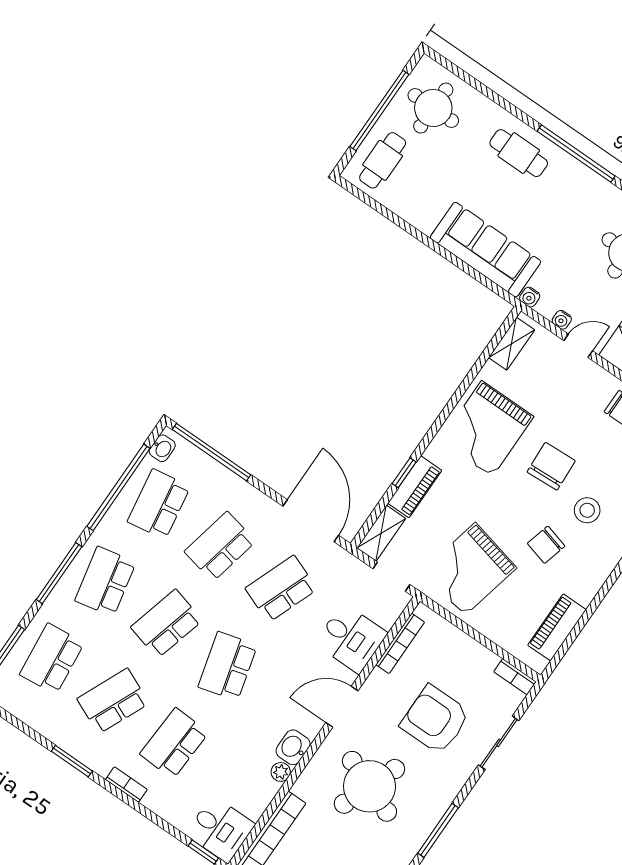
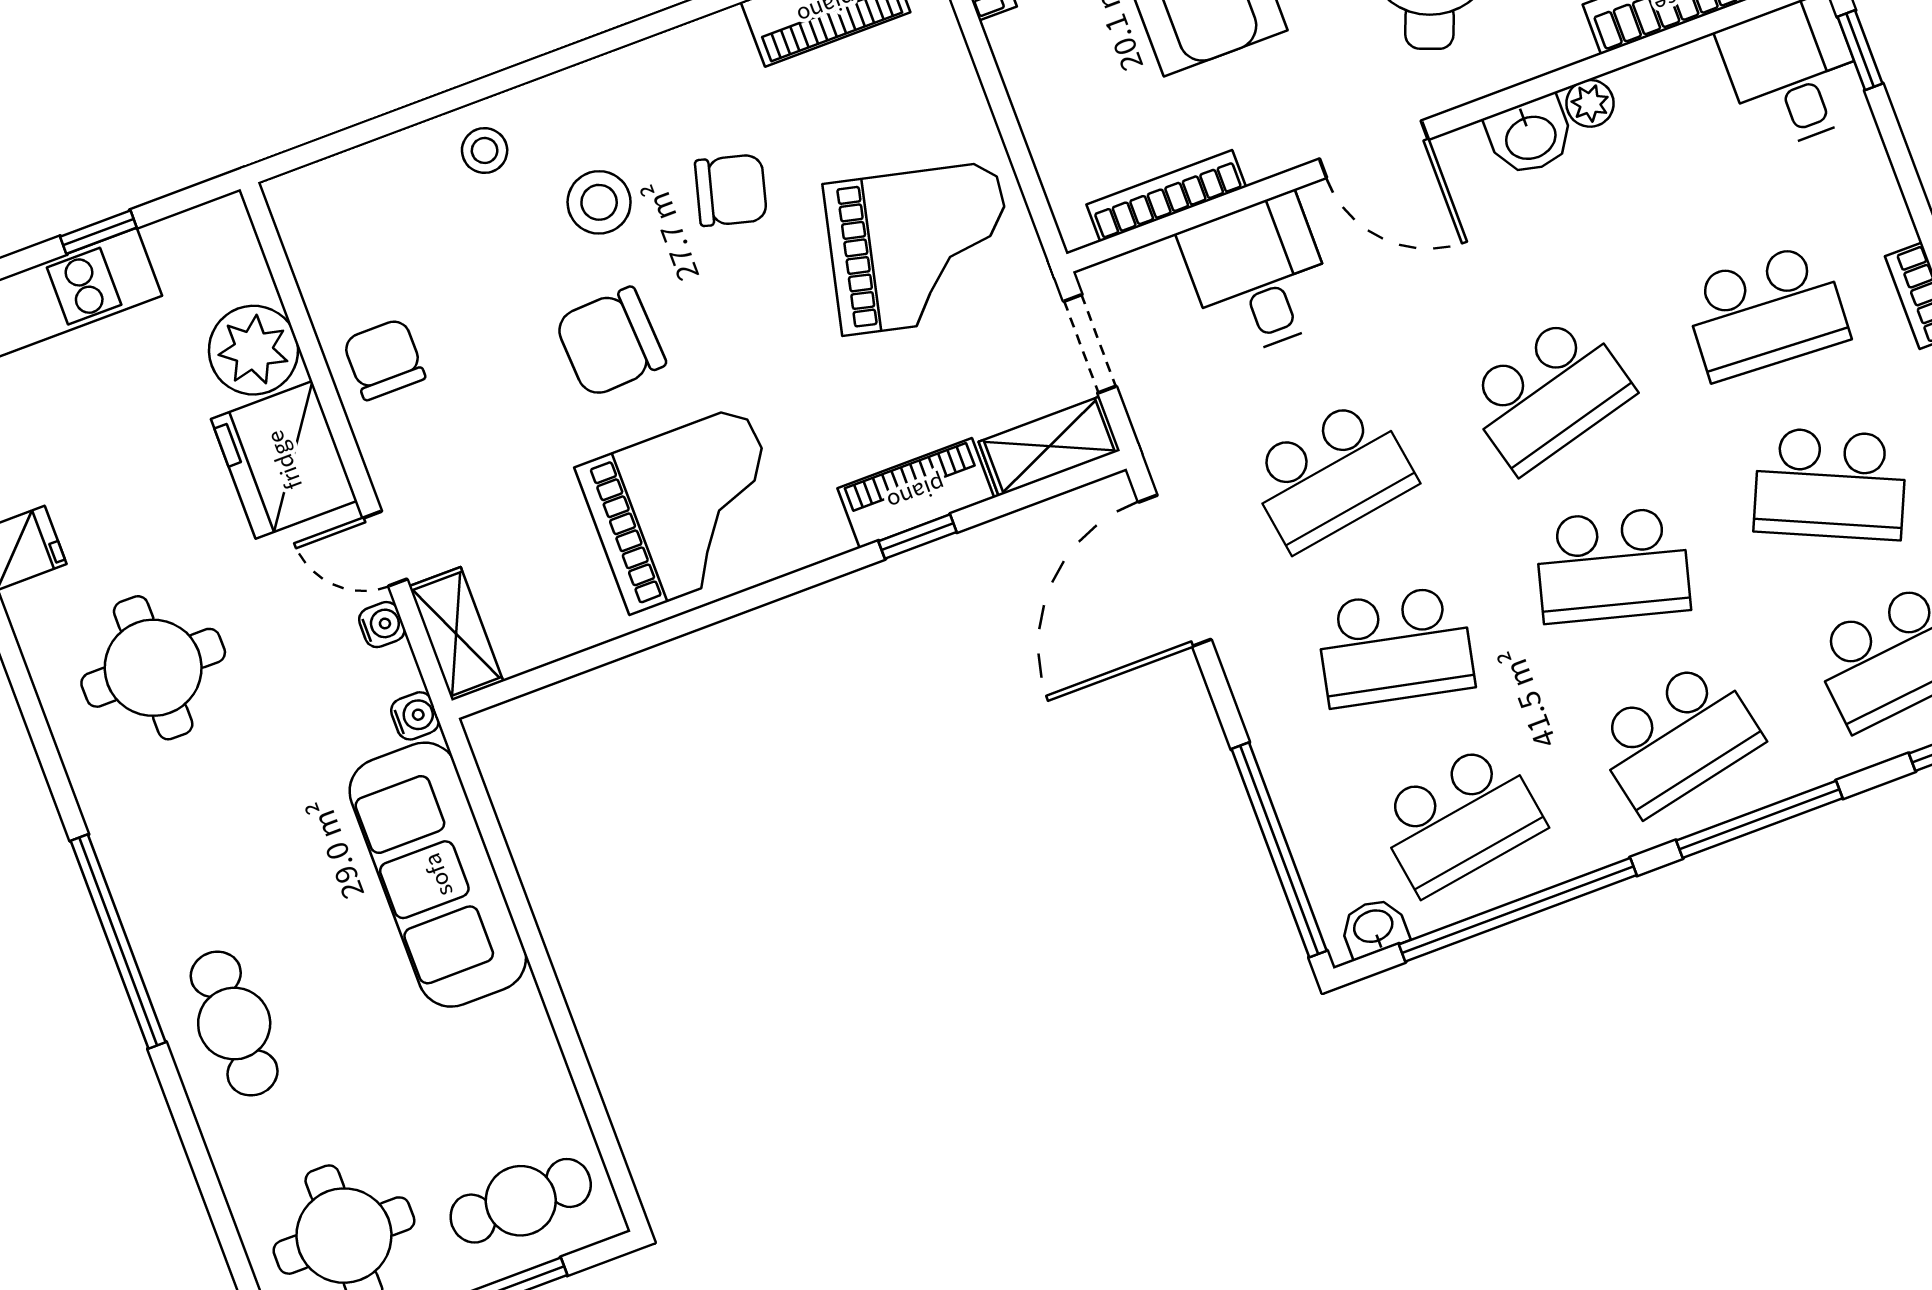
shelving: (512, 344) -> (456, 634), moved, turned 90
school desk: (281, 589) -> (1331, 474), turned -30

